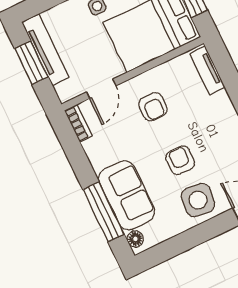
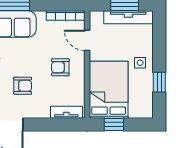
bookcase: (78, 123) -> (66, 15), width x1.56
armchair: (180, 160) -> (23, 86), moved

